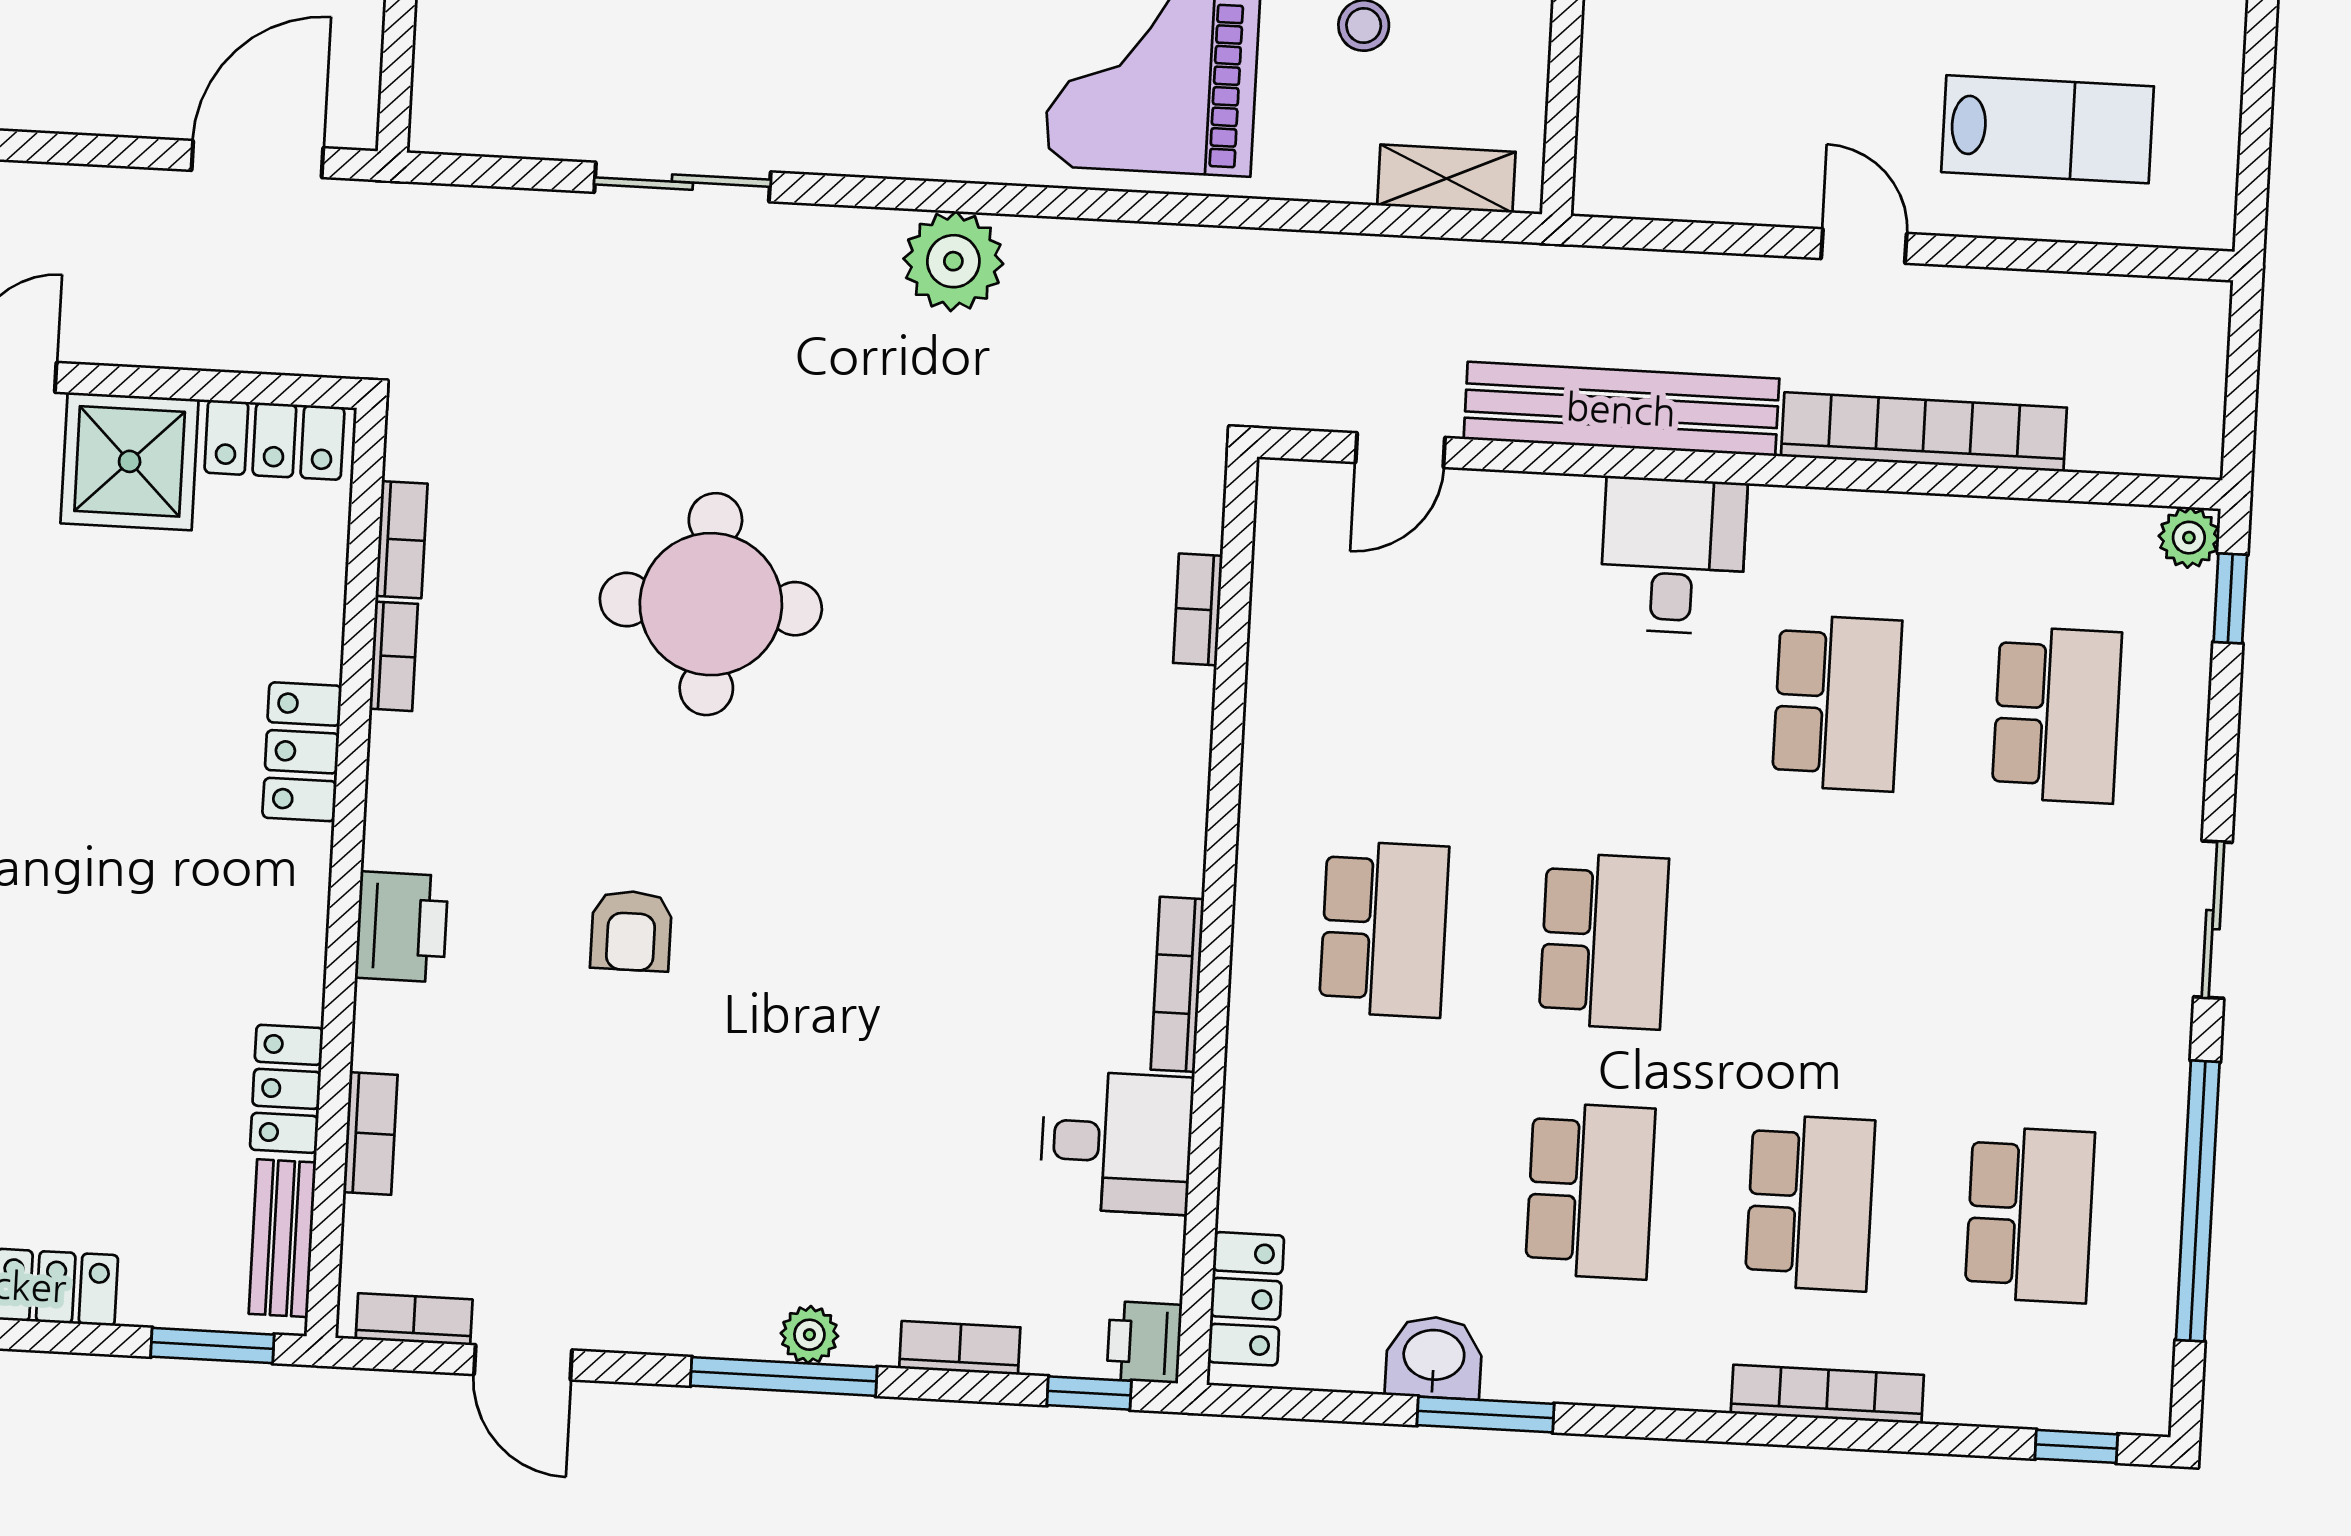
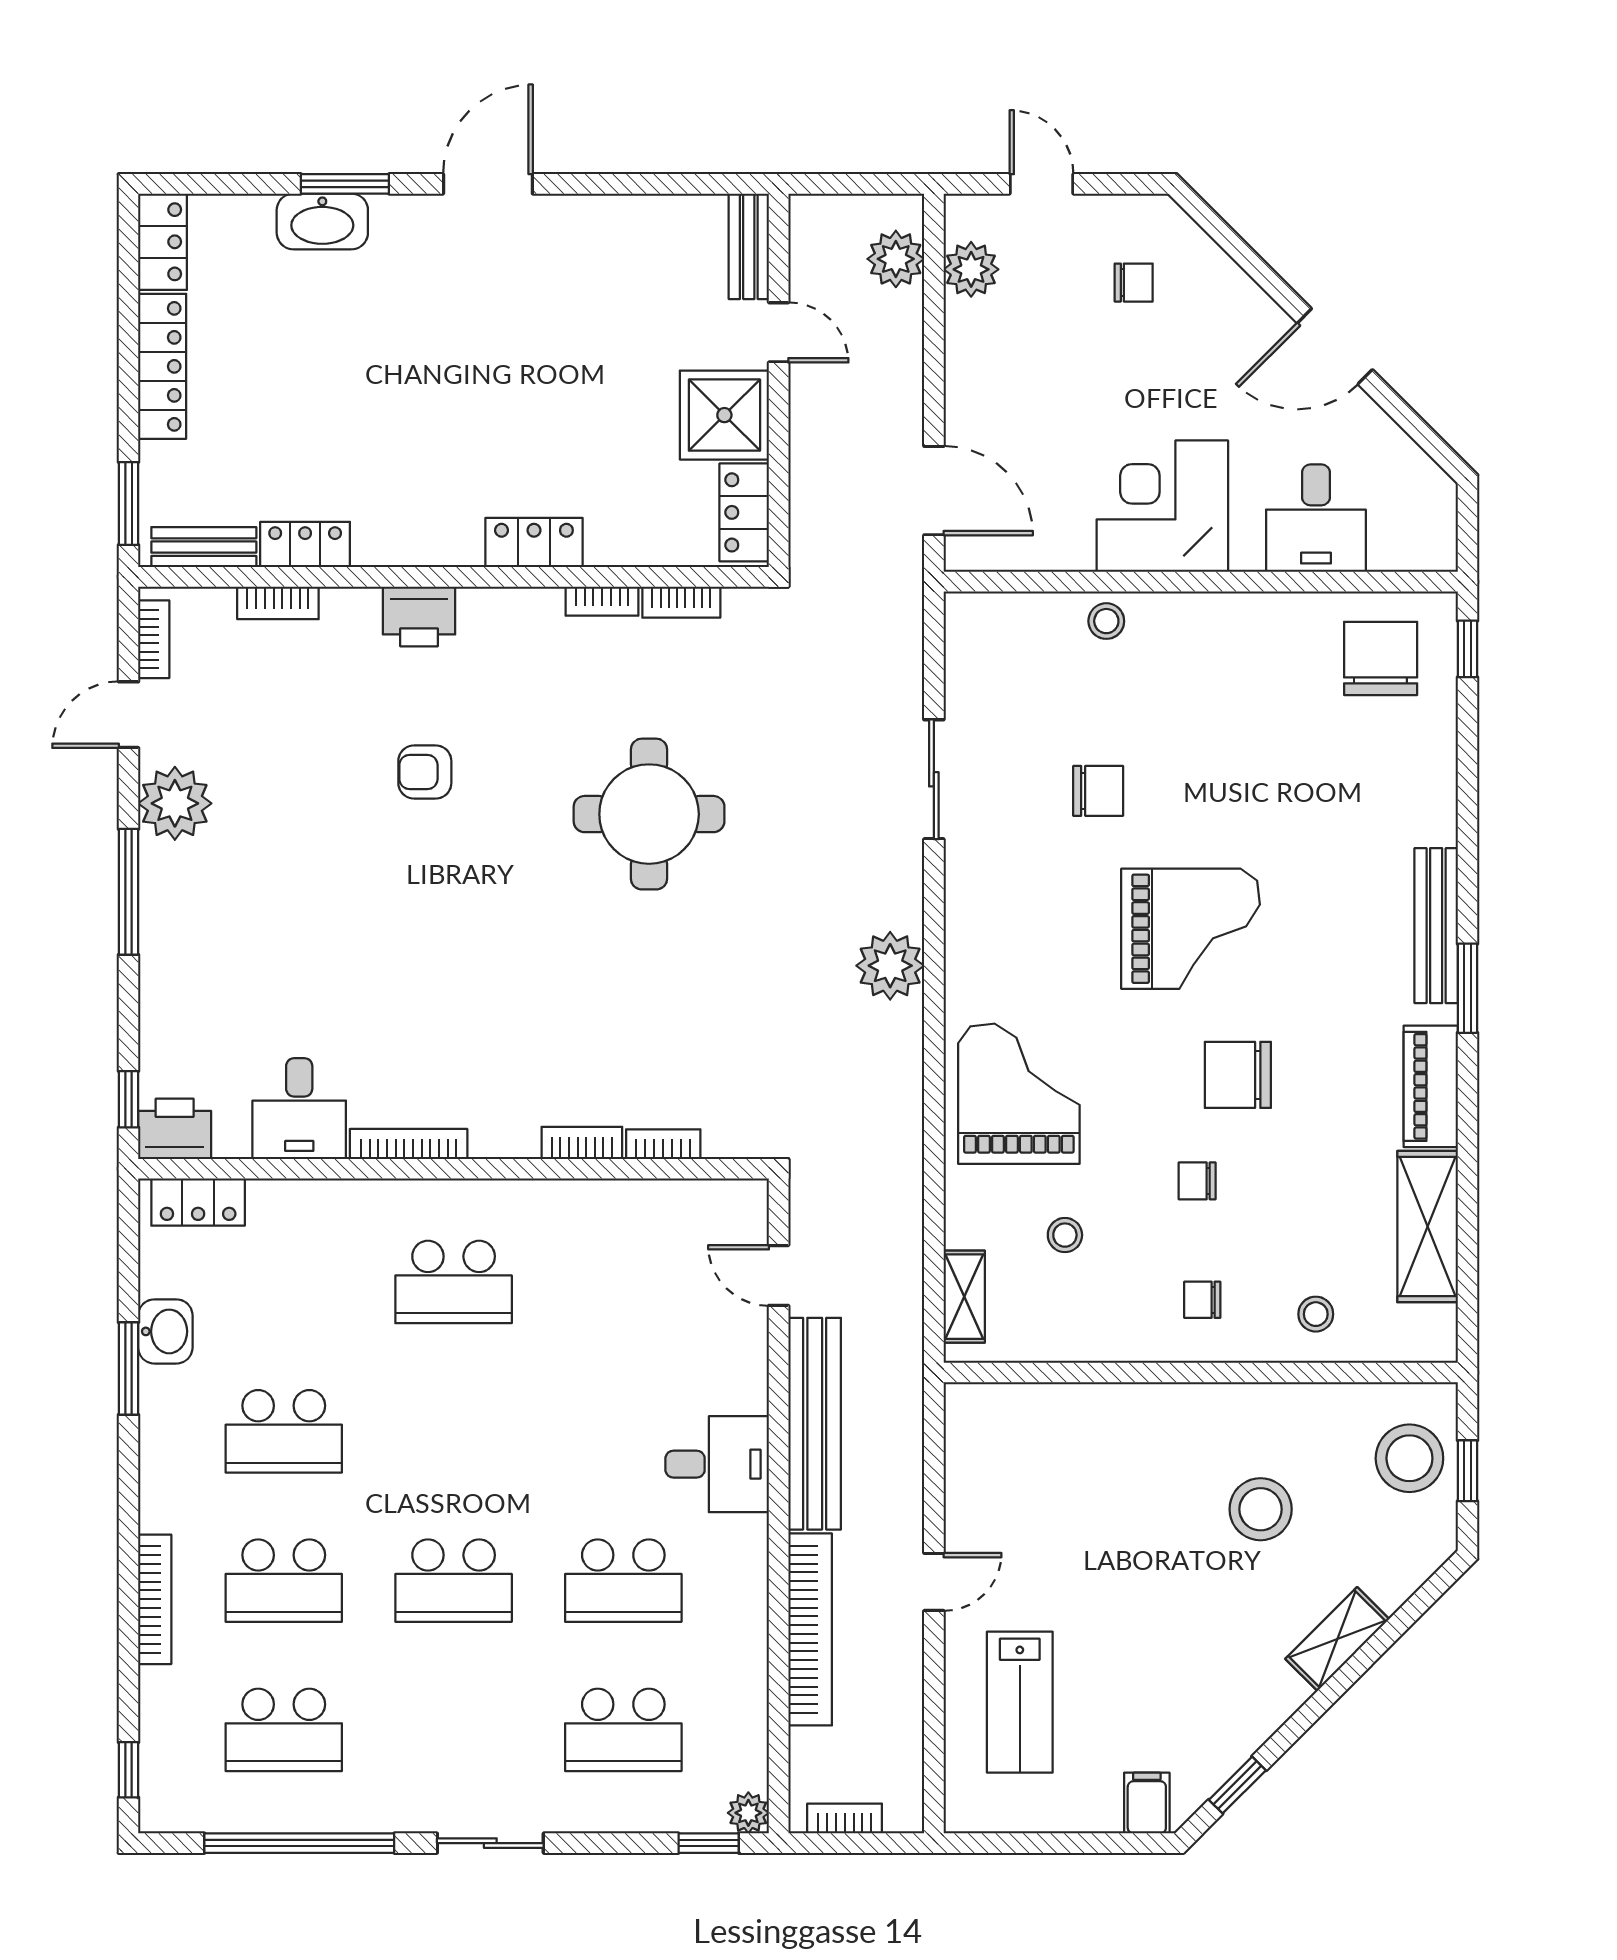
bookcase: (2205, 396) -> (845, 1818), added
school desk: (1604, 941) -> (454, 1581), moved
plant: (809, 1335) -> (175, 803), moved, width x1.87, depth x1.87
printer: (1144, 1342) -> (175, 1129), width x1.36, depth x1.24
bookcase: (960, 1348) -> (582, 1143), moved, turned -90

